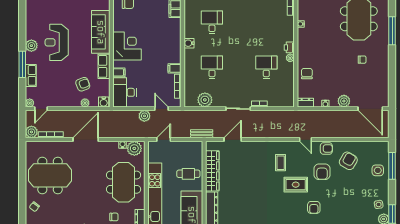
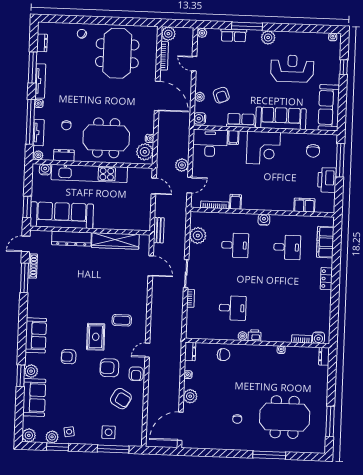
reception desk: (57, 42) -> (292, 69), moved
door: (41, 109) -> (194, 64), moved
cafe table: (188, 174) -> (113, 213), removed

